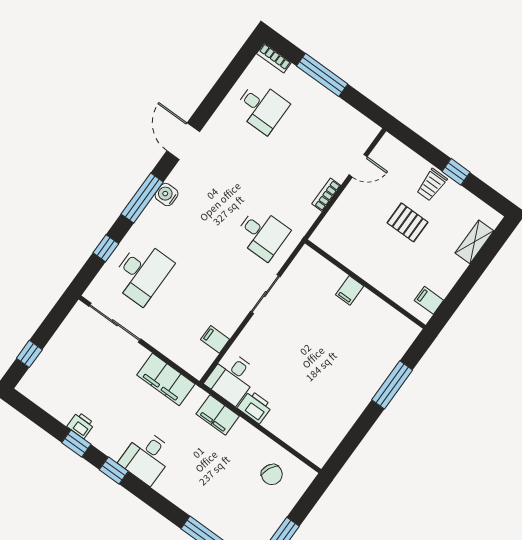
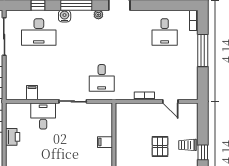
plant: (176, 178) -> (98, 15), added
water cooler: (167, 195) -> (65, 16), moved
desk: (232, 378) -> (43, 116), moved, turned 90

